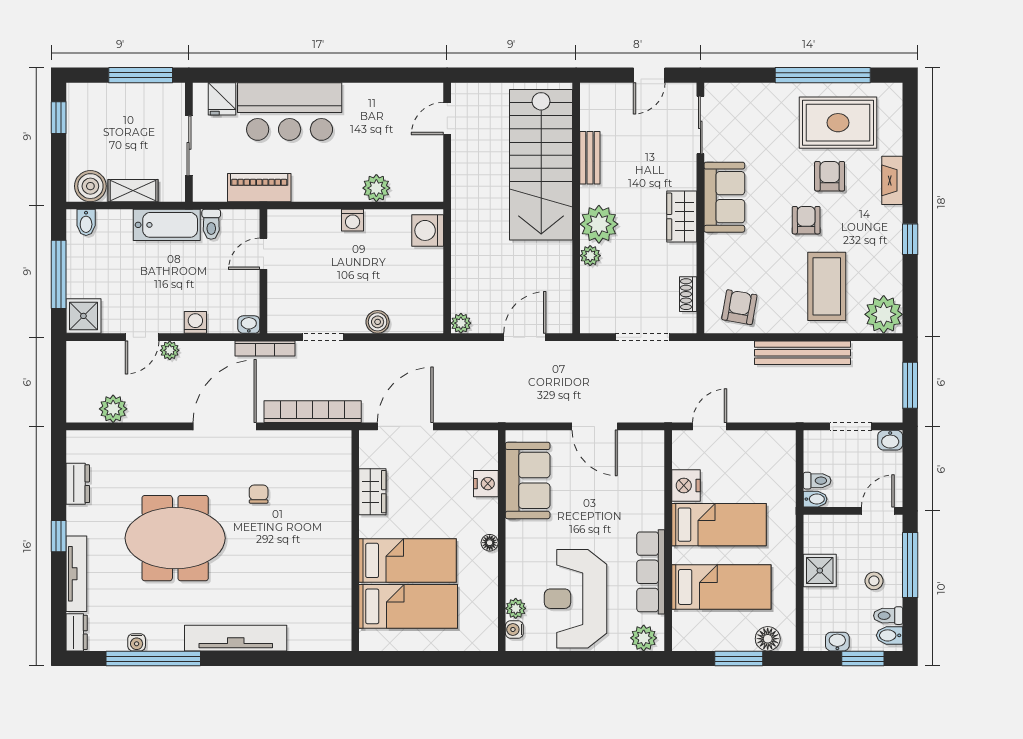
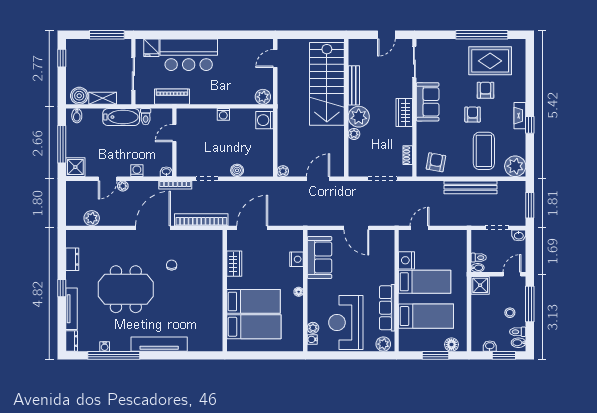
bench: (590, 158) -> (354, 85), width x1.36
fireplace: (892, 180) -> (520, 116), moved
plant: (376, 188) -> (263, 97), moved
shower: (820, 571) -> (480, 285), moved

